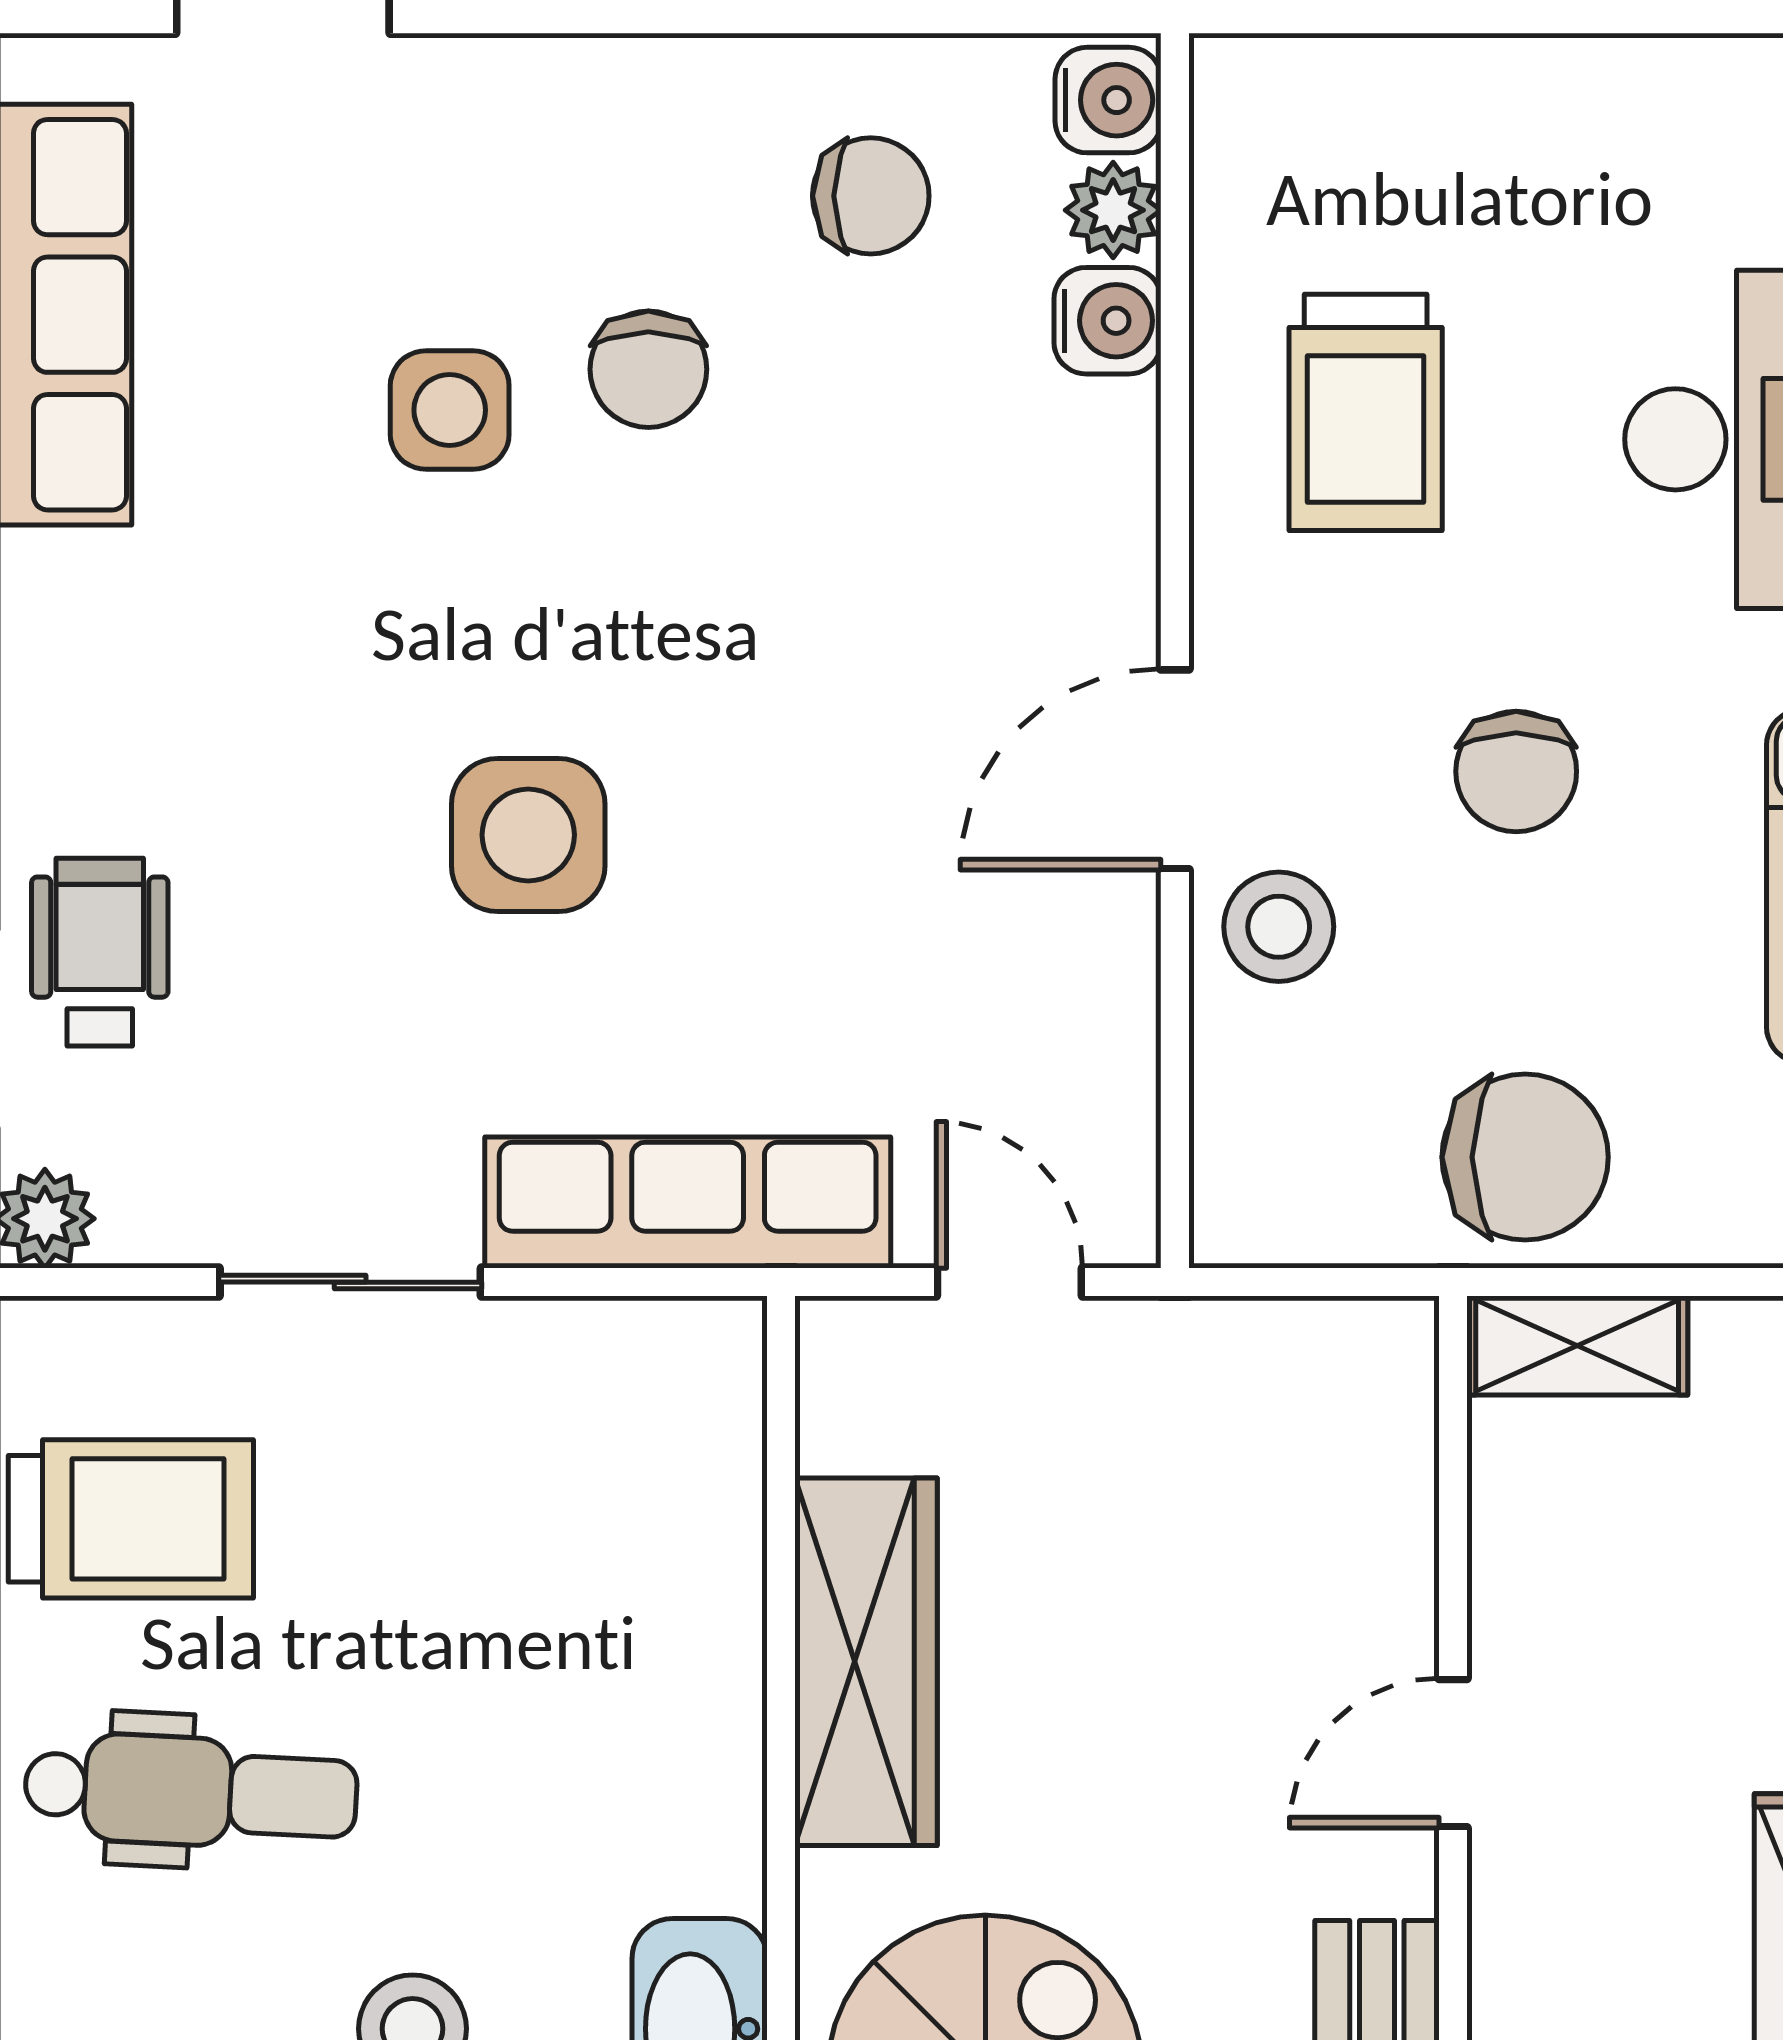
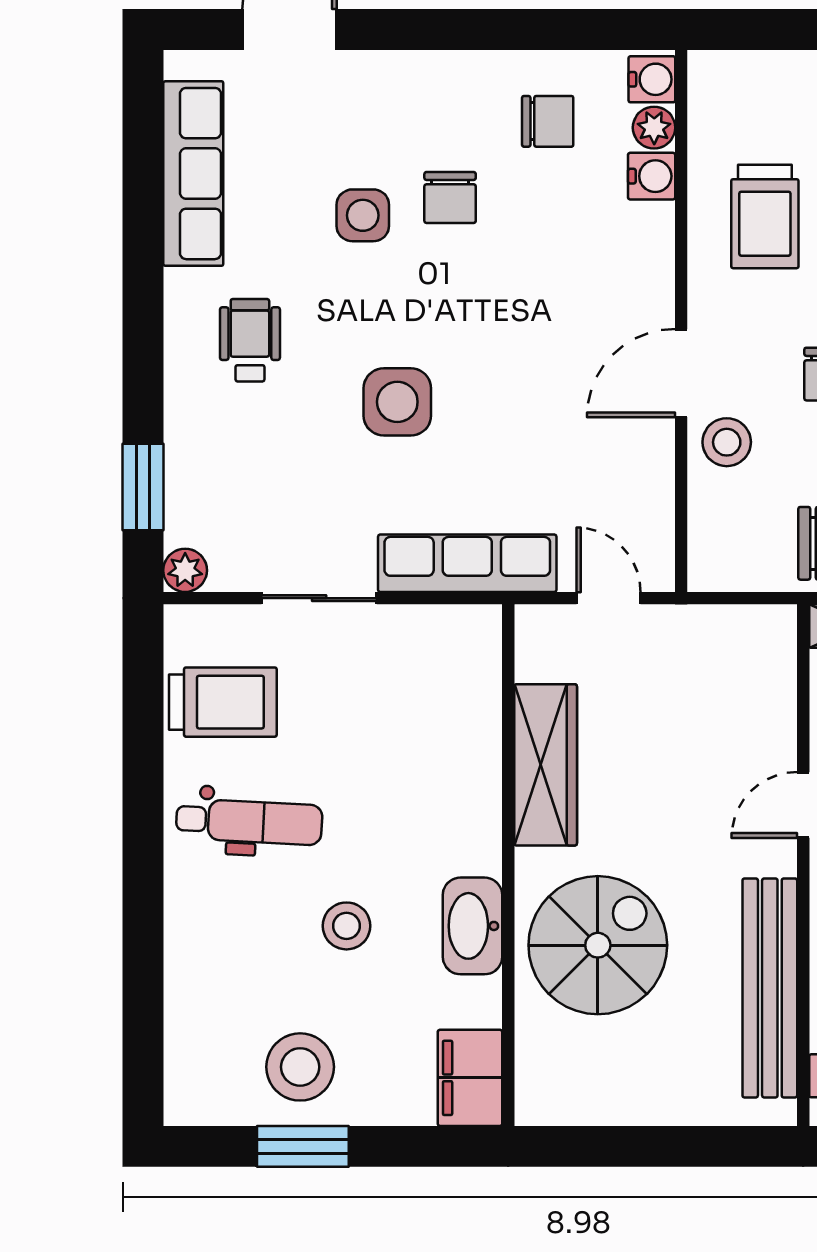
wheelchair: (100, 952) -> (250, 340), moved

